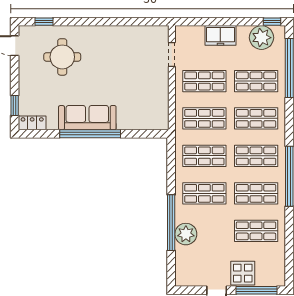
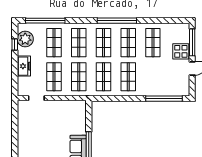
window: (272, 22) -> (15, 44), moved
window: (171, 223) -> (164, 99), moved
plant: (186, 234) -> (155, 89), removed

